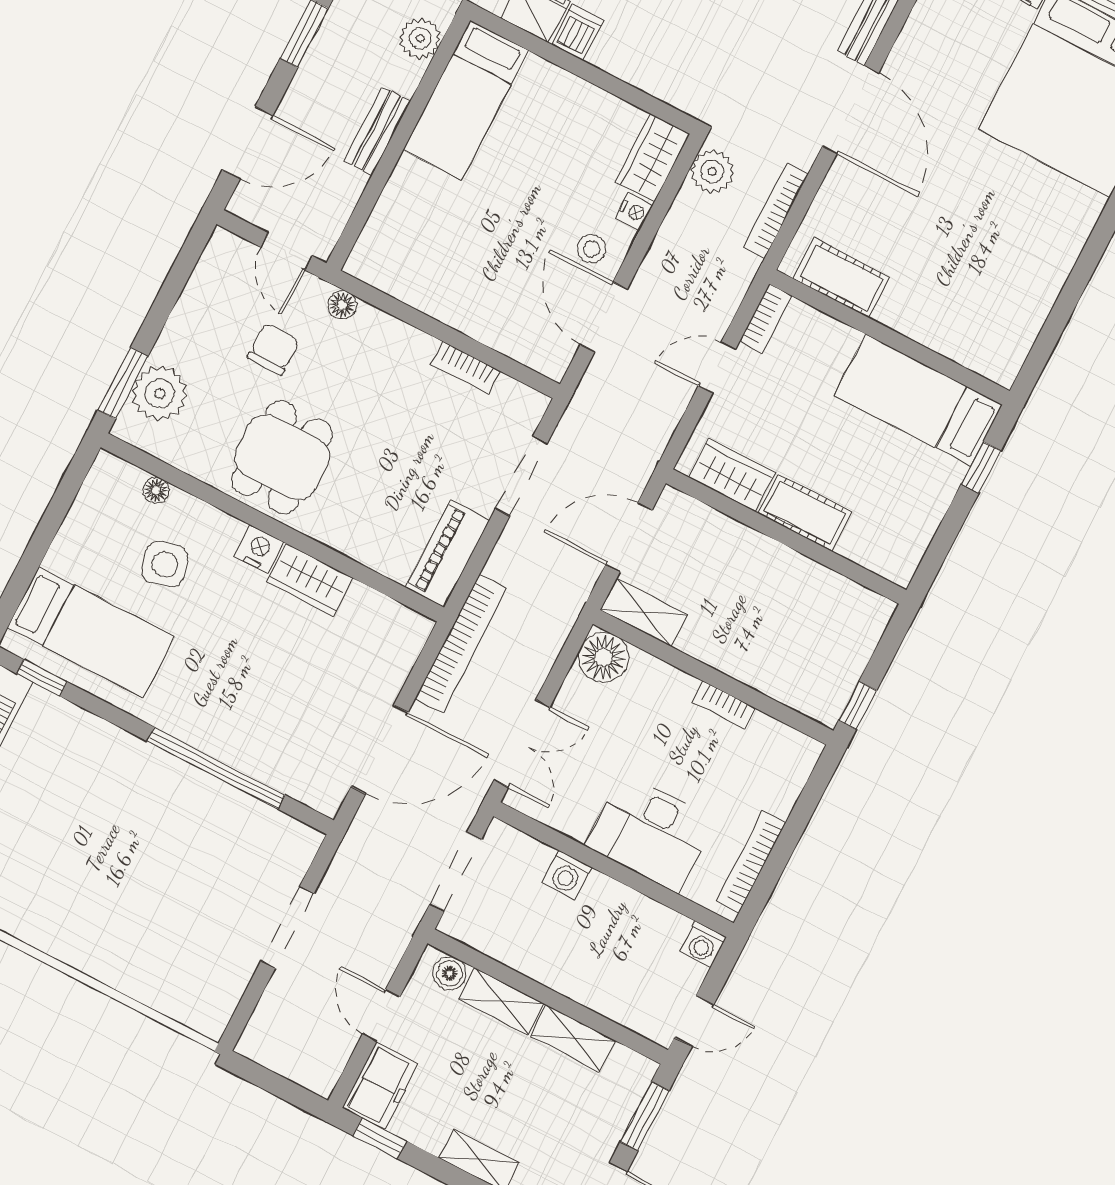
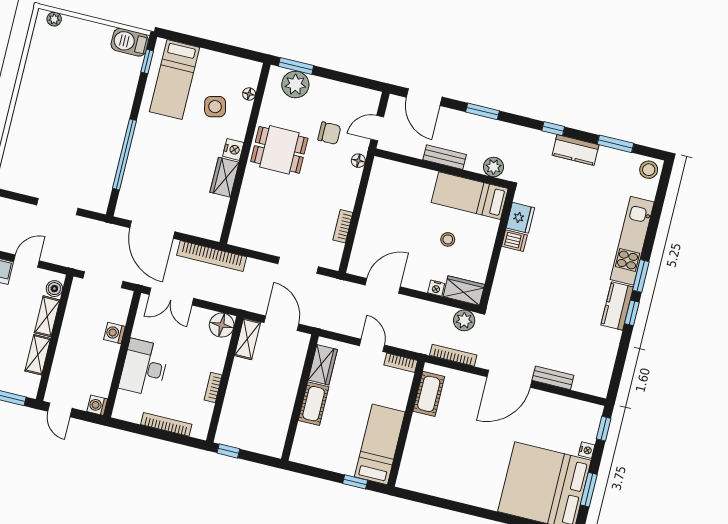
stool: (592, 249) -> (448, 239), moved
piano: (447, 554) -> (253, 239), removed
bookcase: (751, 862) -> (166, 424), moved

